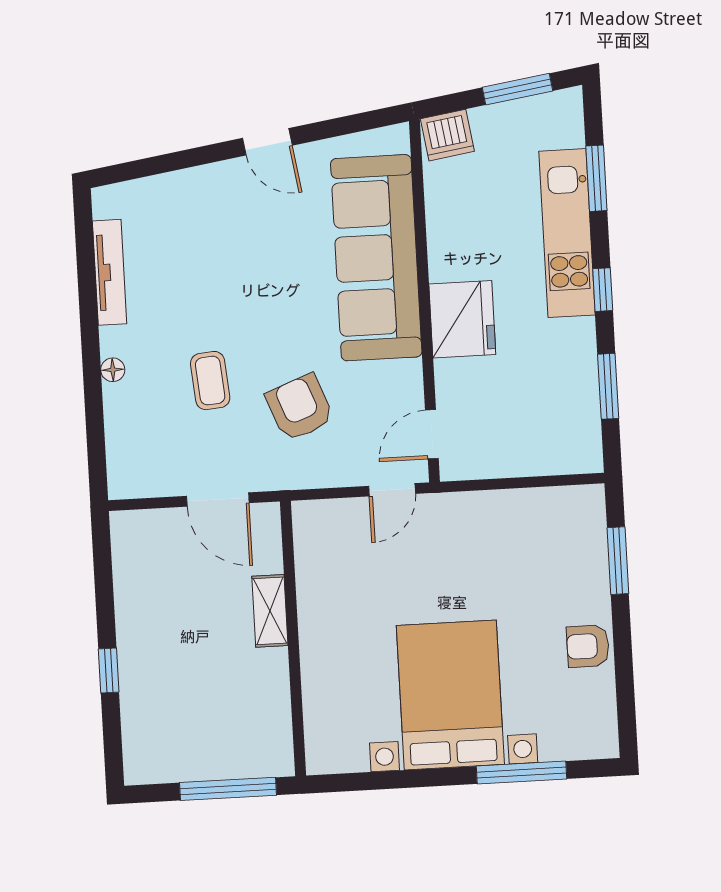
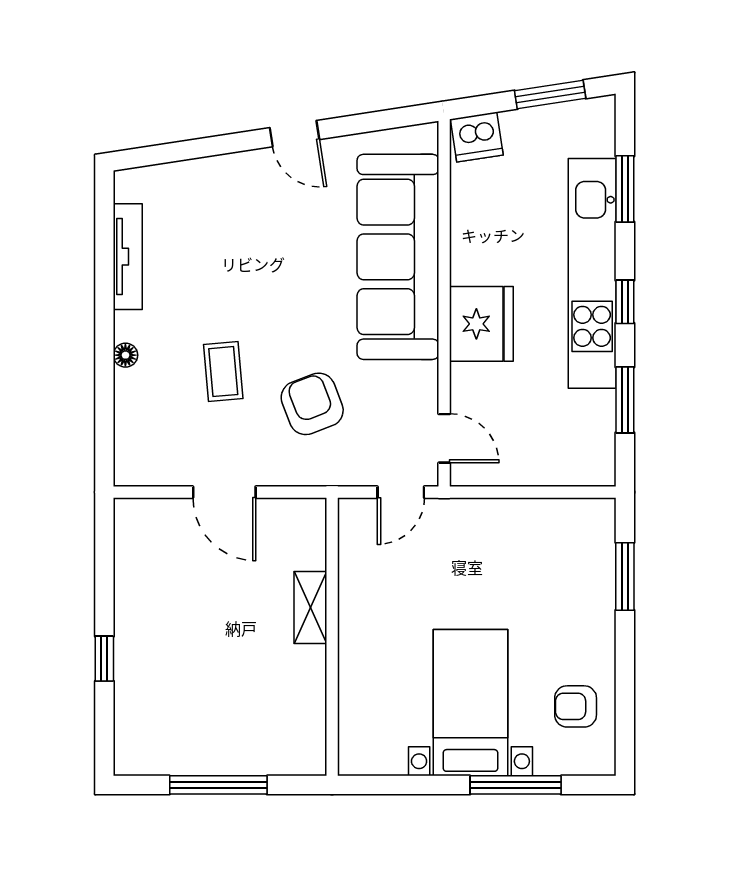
kitchen unit: (567, 233) -> (592, 273), width x1.36
door: (432, 434) -> (444, 438), swing flipped
shelving: (270, 611) -> (310, 608), moved
wall: (293, 639) -> (332, 637), moved
armchair: (588, 646) -> (576, 706), moved
bed with nightstands: (450, 695) -> (470, 703), width x0.73

